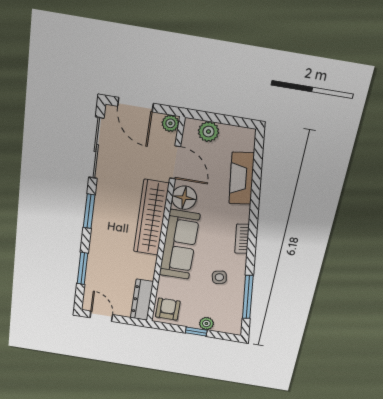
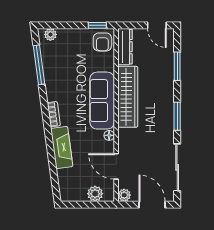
fireplace: (242, 178) -> (62, 147), moved
floor lamp: (184, 198) -> (109, 135), width x0.53, depth x0.53
wardrobe: (151, 218) -> (128, 97), moved
side table: (219, 277) -> (65, 78), removed
plant: (206, 323) -> (50, 34), moved
window: (196, 332) -> (97, 25), moved

